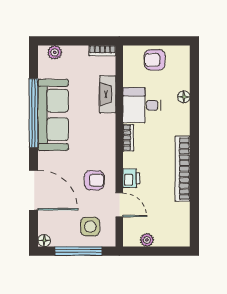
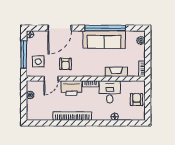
printer: (131, 178) -> (72, 88), width x1.87, depth x1.48

